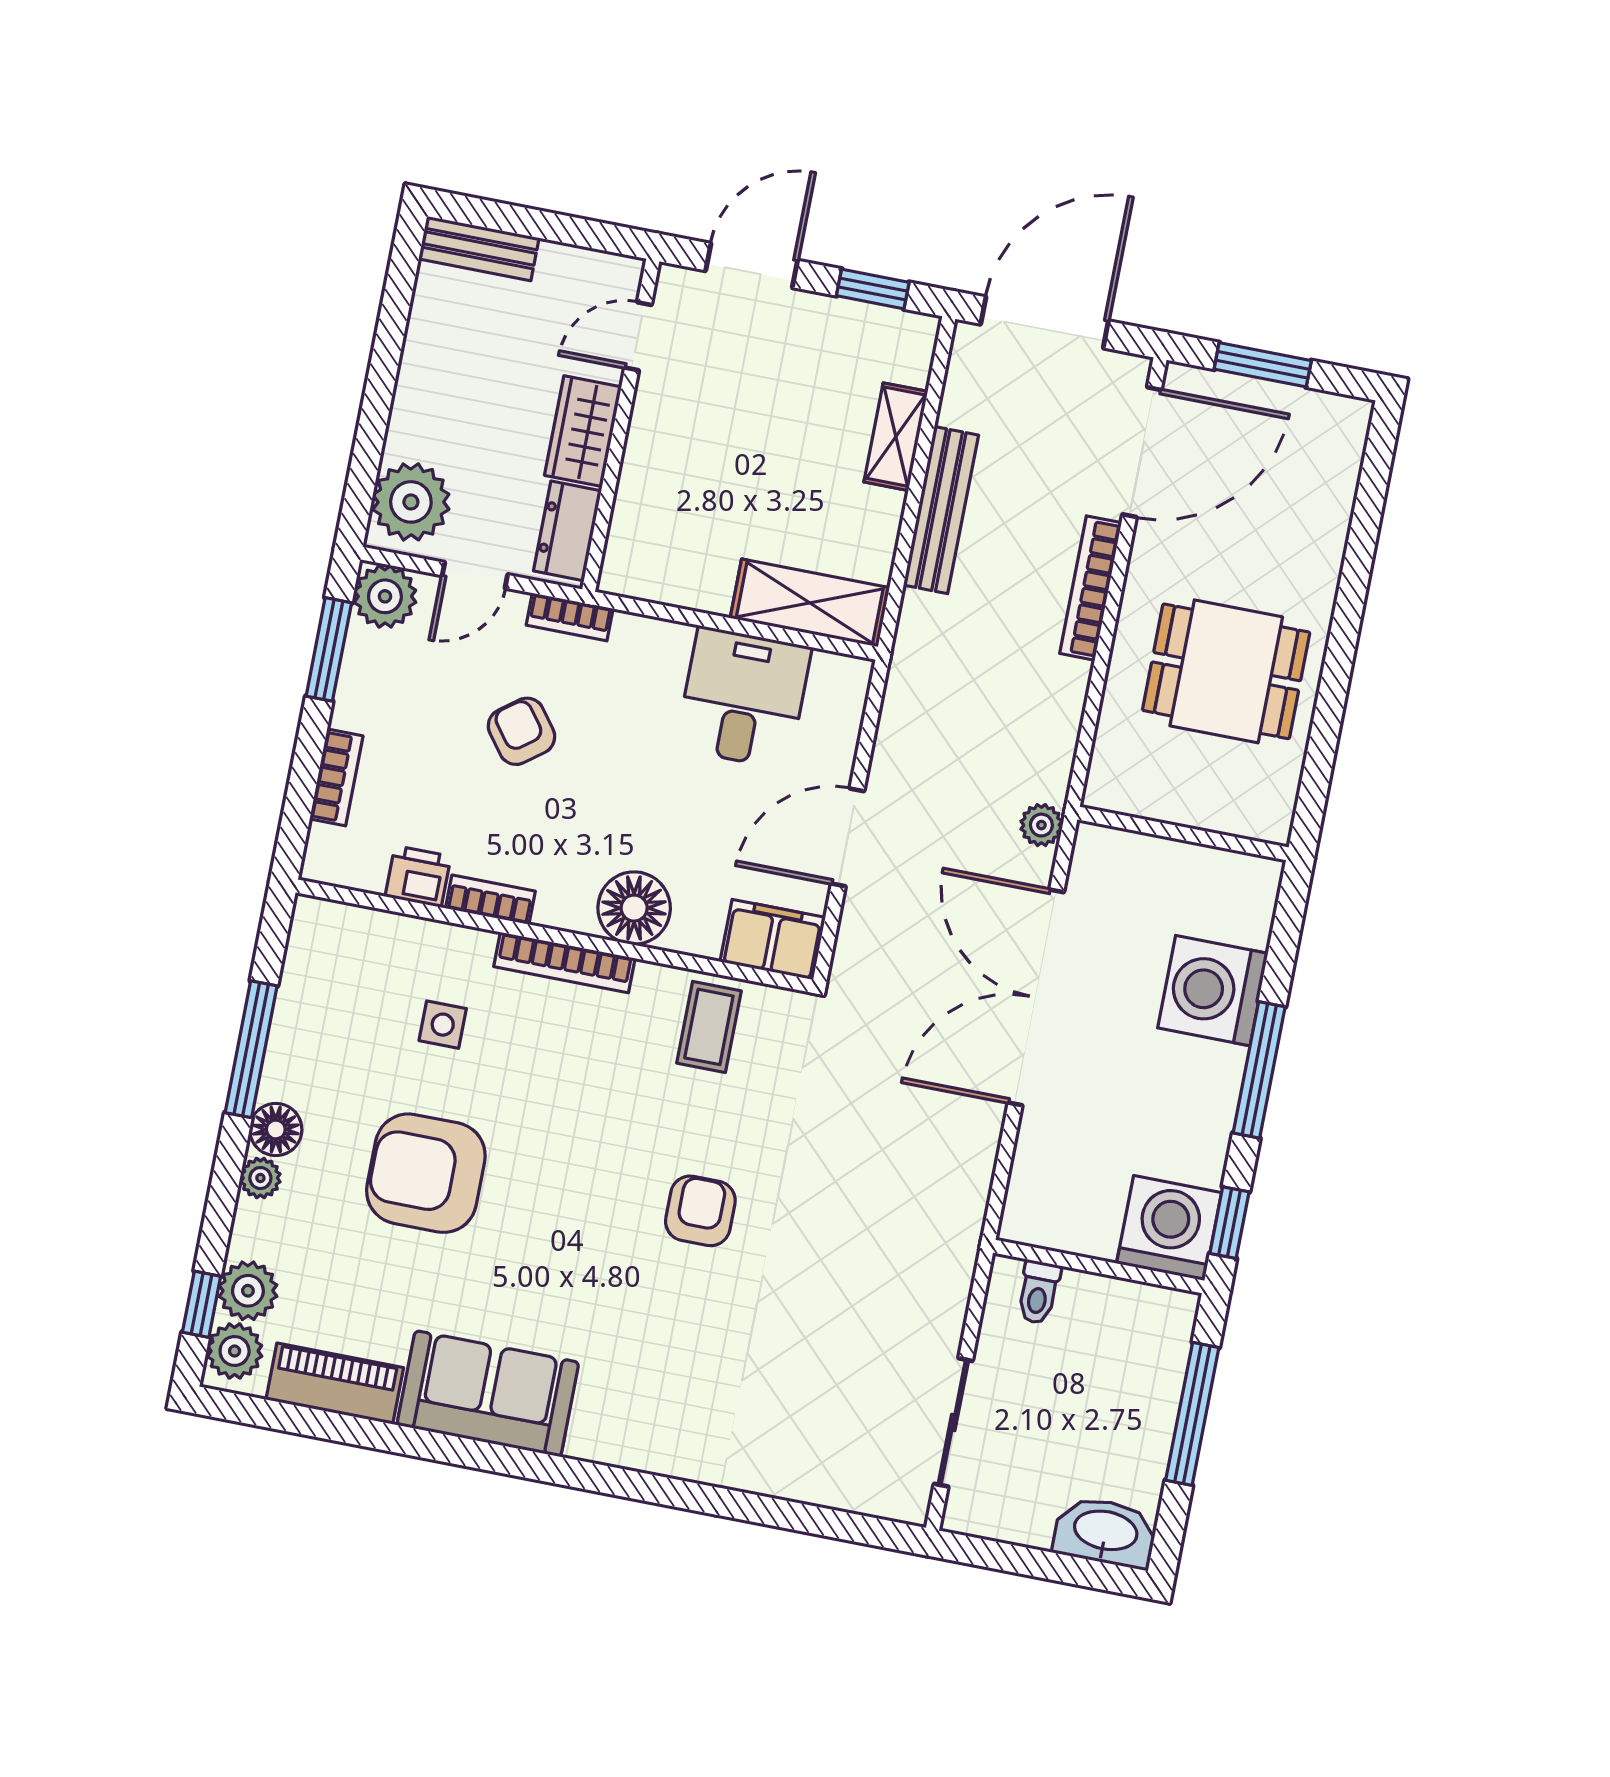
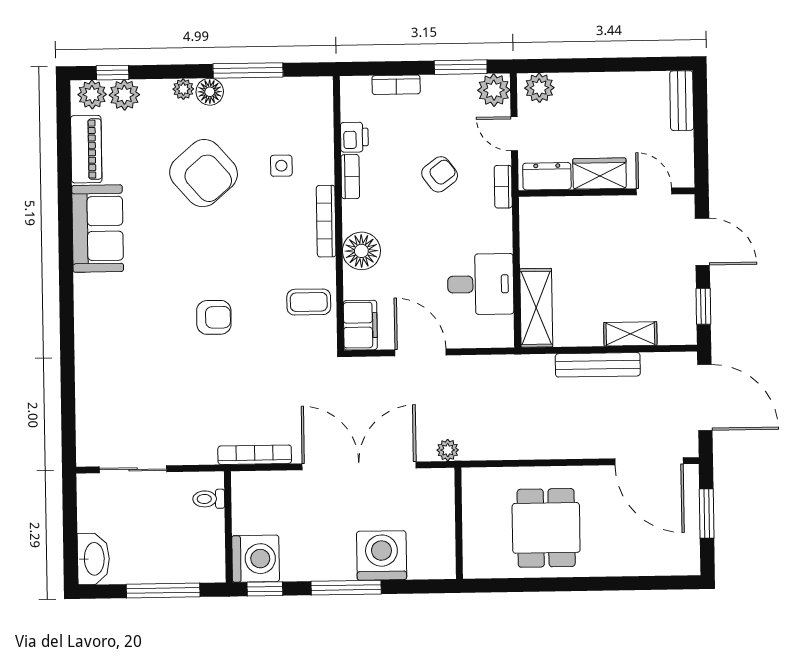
plant: (411, 502) -> (539, 88), width x0.73, depth x0.73
bookcase: (1091, 588) -> (255, 455), moved
armchair: (426, 1173) -> (204, 173), turned 139

